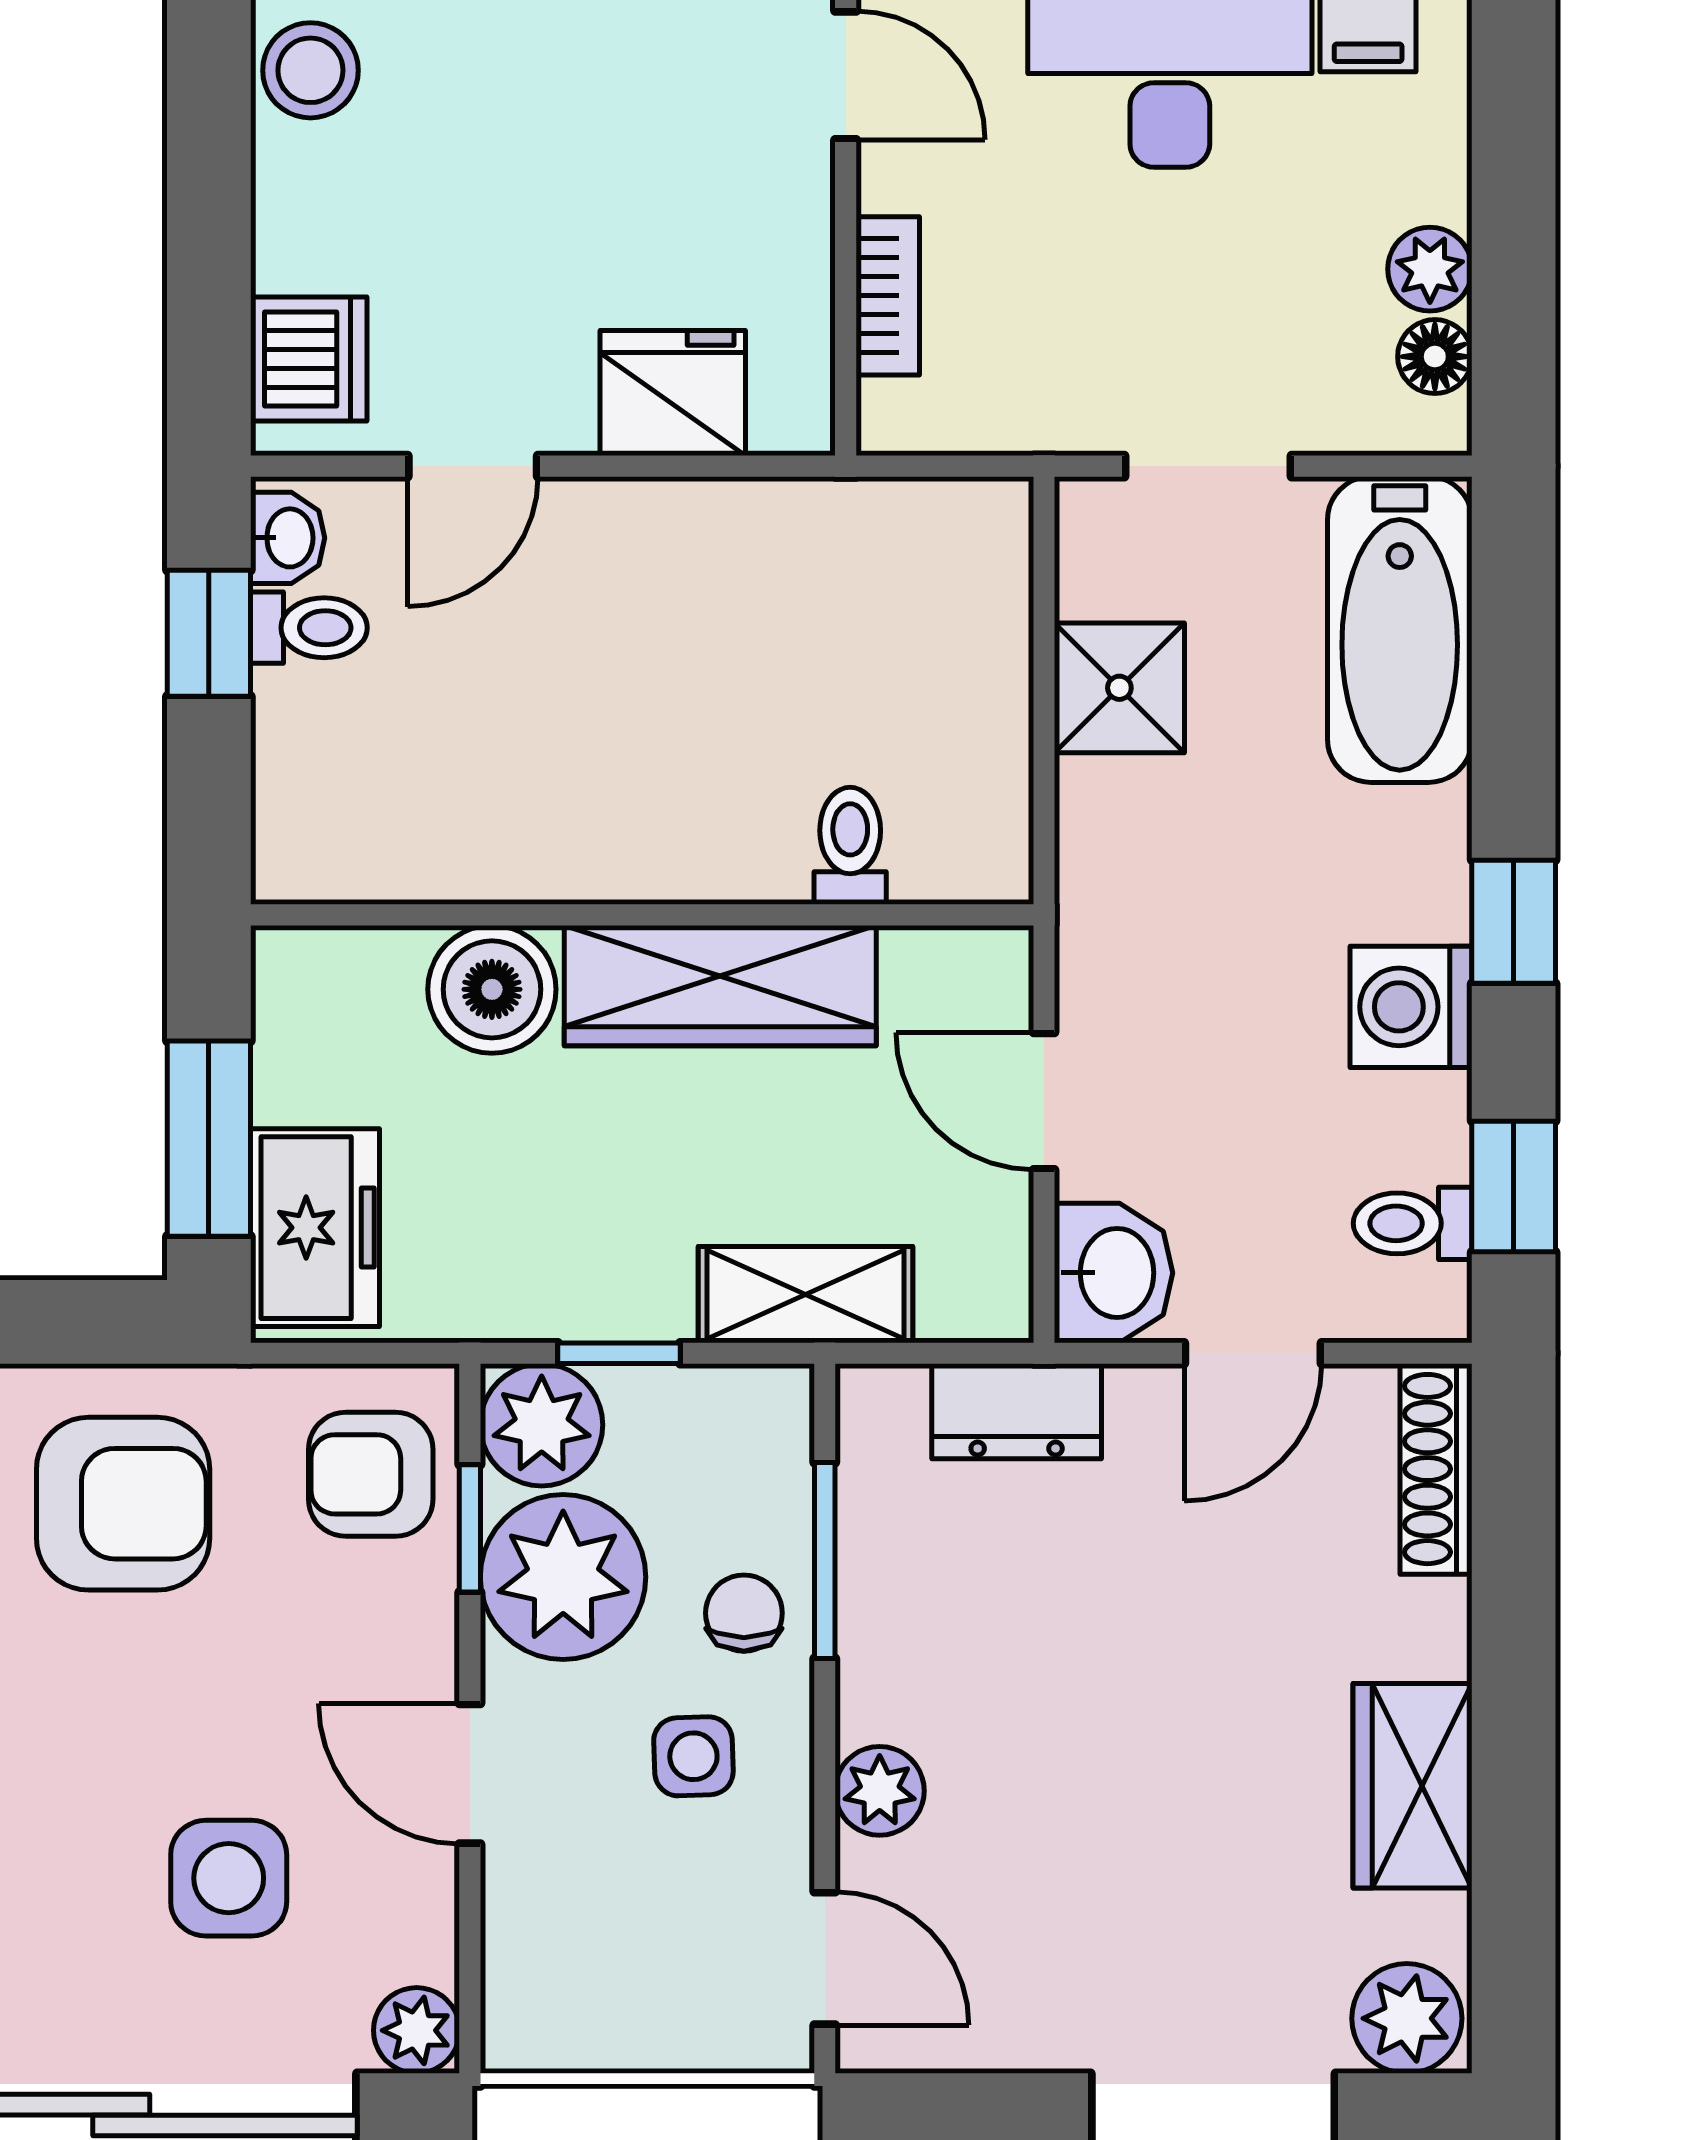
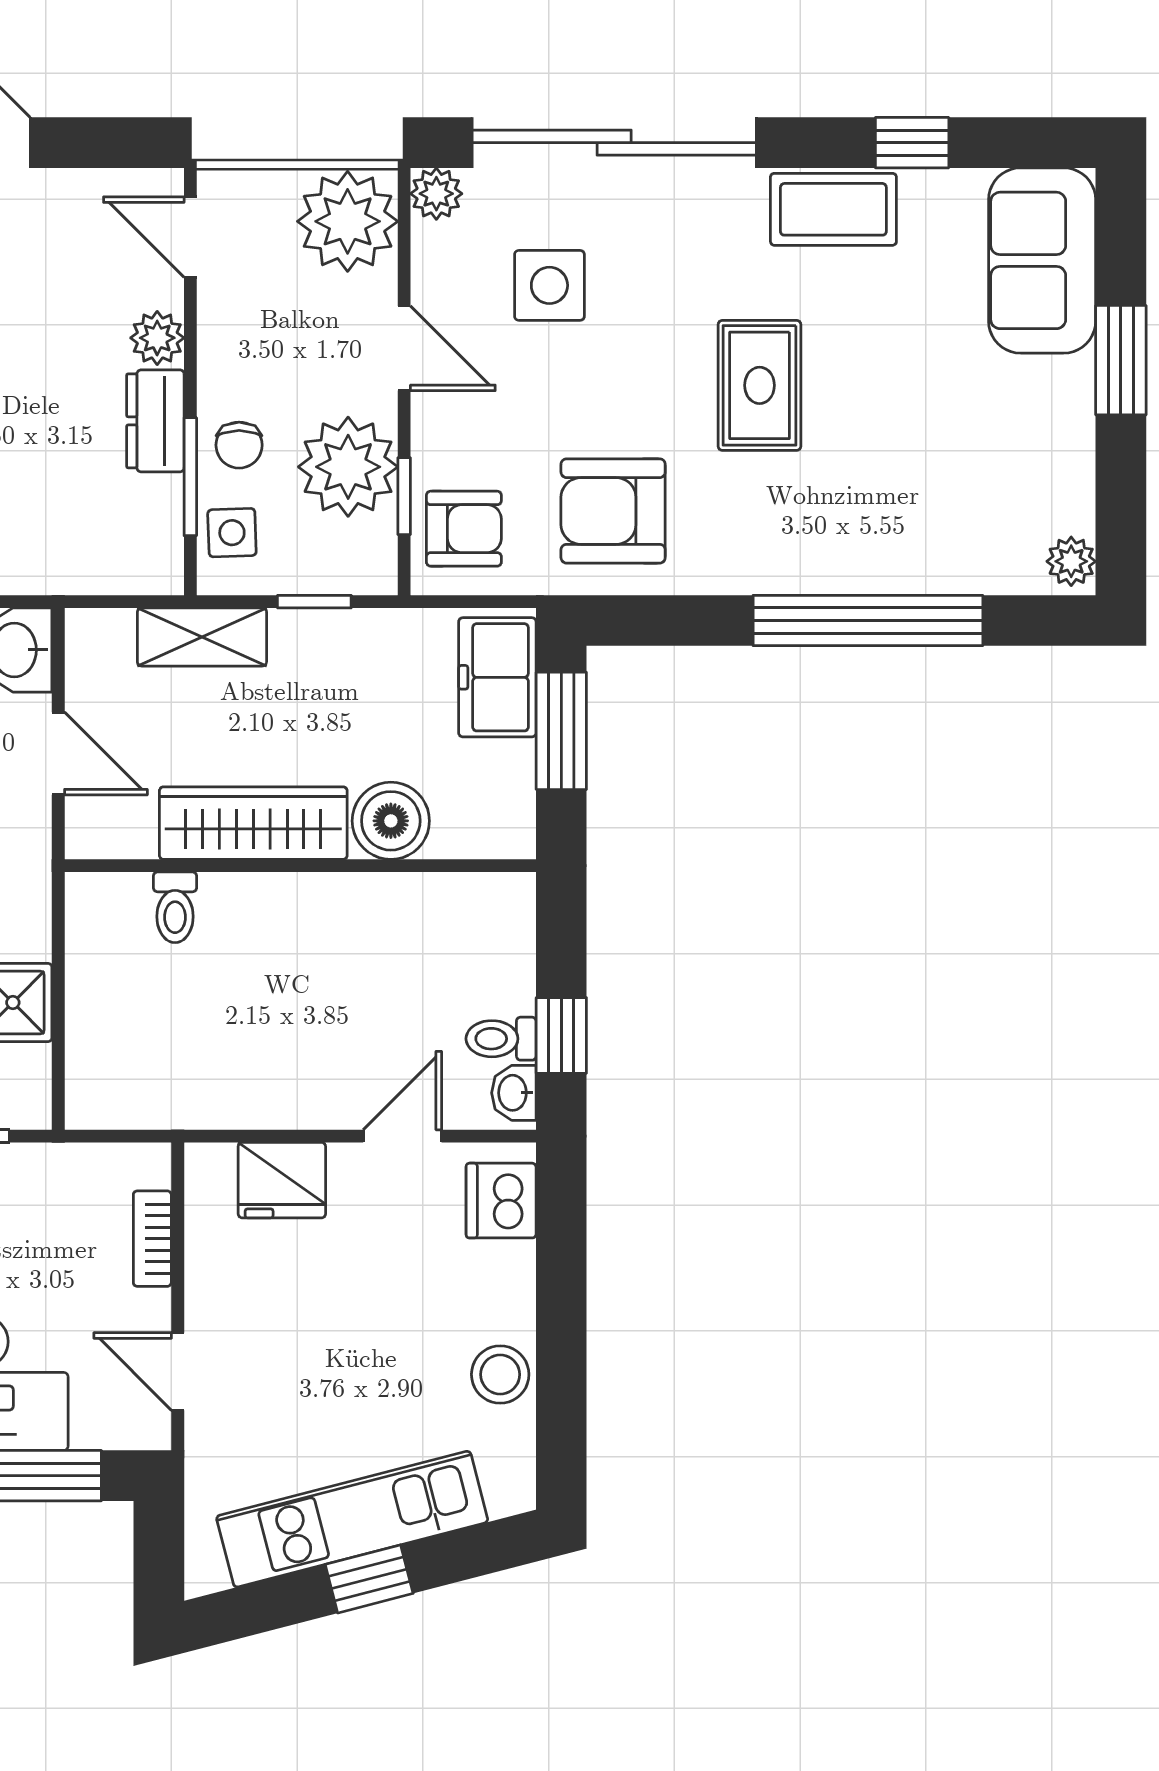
dresser: (1017, 1411) -> (155, 421), moved, turned -90
plant: (542, 1425) -> (348, 221), moved, width x1.36, depth x1.36
side table: (693, 1756) -> (232, 533), moved

